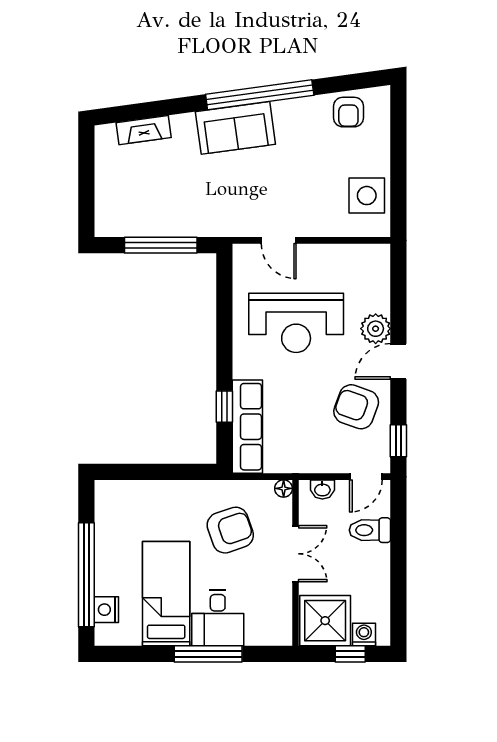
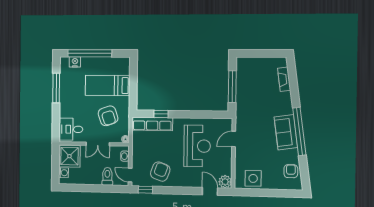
armchair: (348, 112) -> (291, 171), turned 90
sofa: (235, 128) -> (286, 132), moved
reception desk: (296, 323) -> (197, 146), turned 180
plant: (376, 329) -> (225, 182), moved
door: (398, 361) -> (210, 191), moved
bed: (166, 594) -> (108, 85), moved, turned 180
desk: (218, 618) -> (71, 129), moved
window: (208, 654) -> (56, 88), moved
window: (350, 654) -> (55, 167), removed

